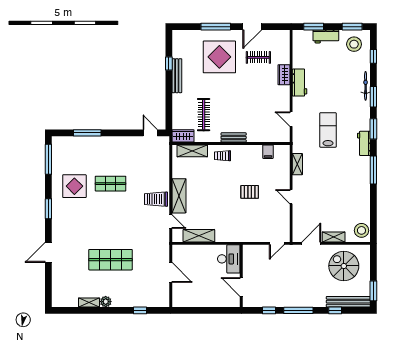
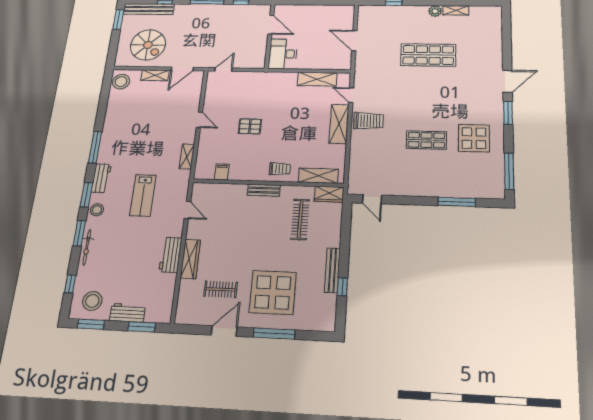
wardrobe: (284, 75) -> (190, 259), width x1.50
stool: (363, 117) -> (97, 210), added
door: (48, 252) -> (507, 81), moved

